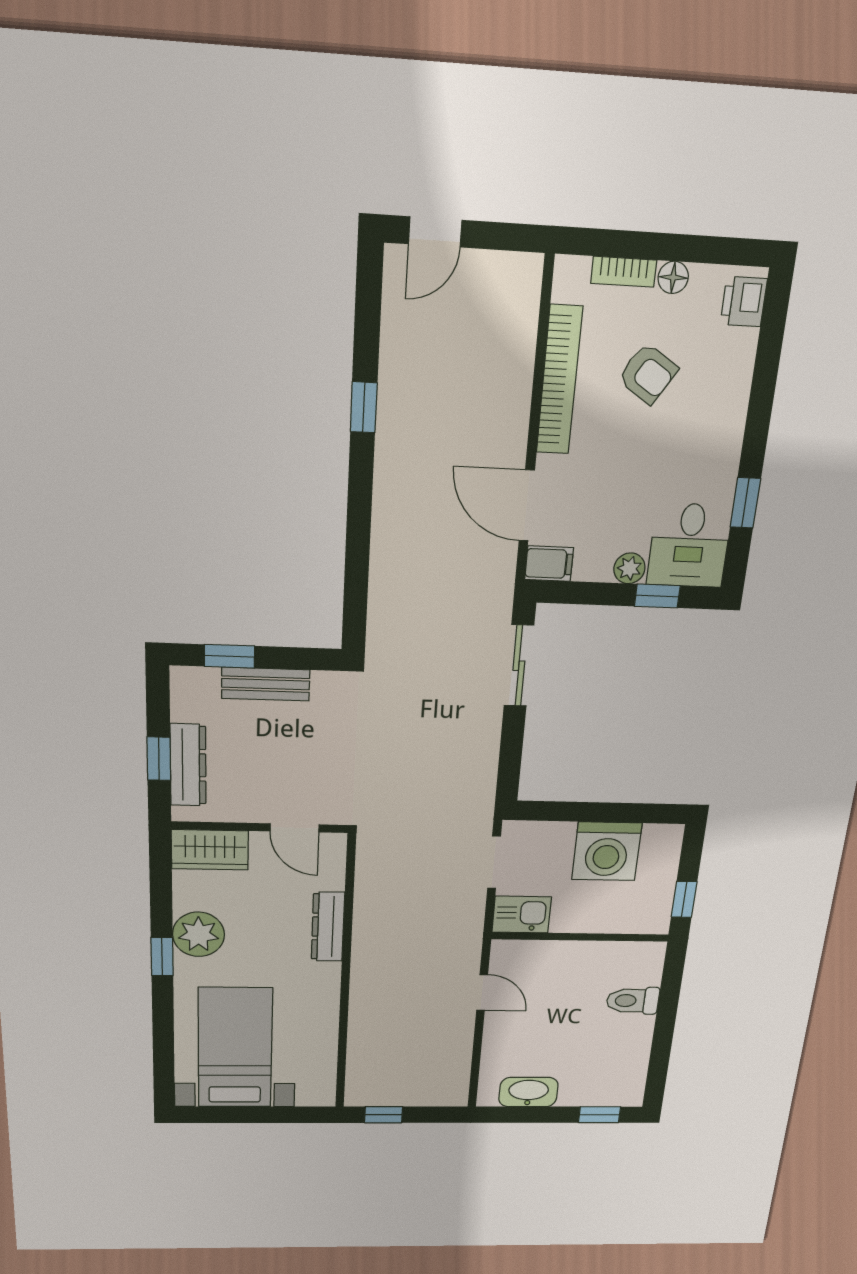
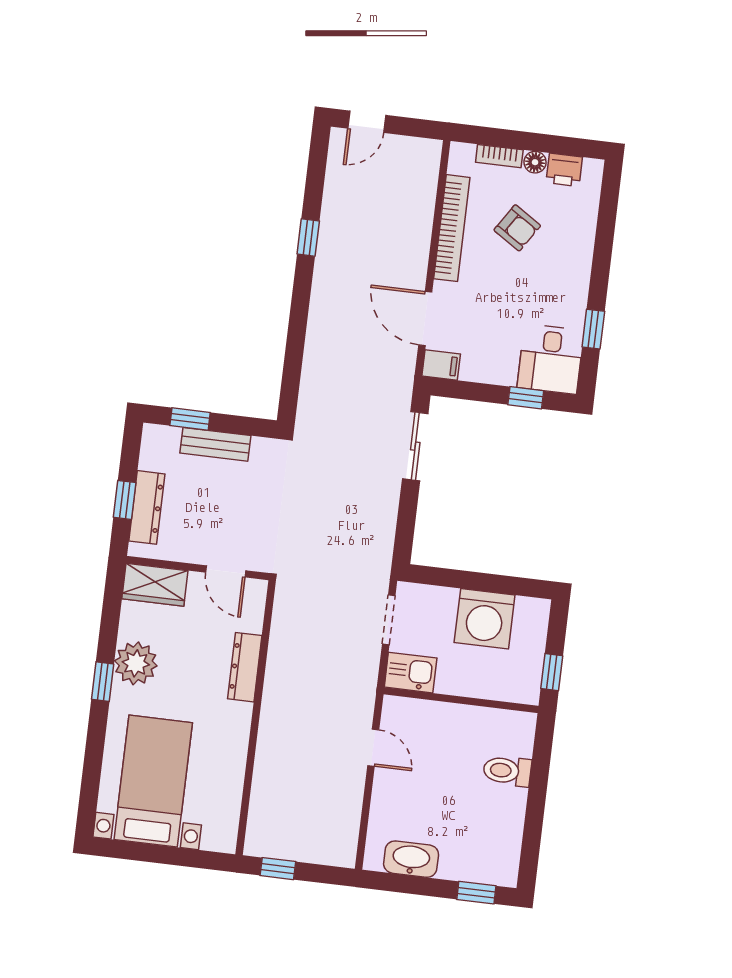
printer: (744, 302) -> (564, 170), moved, turned -90
plant: (629, 568) -> (504, 374), removed

